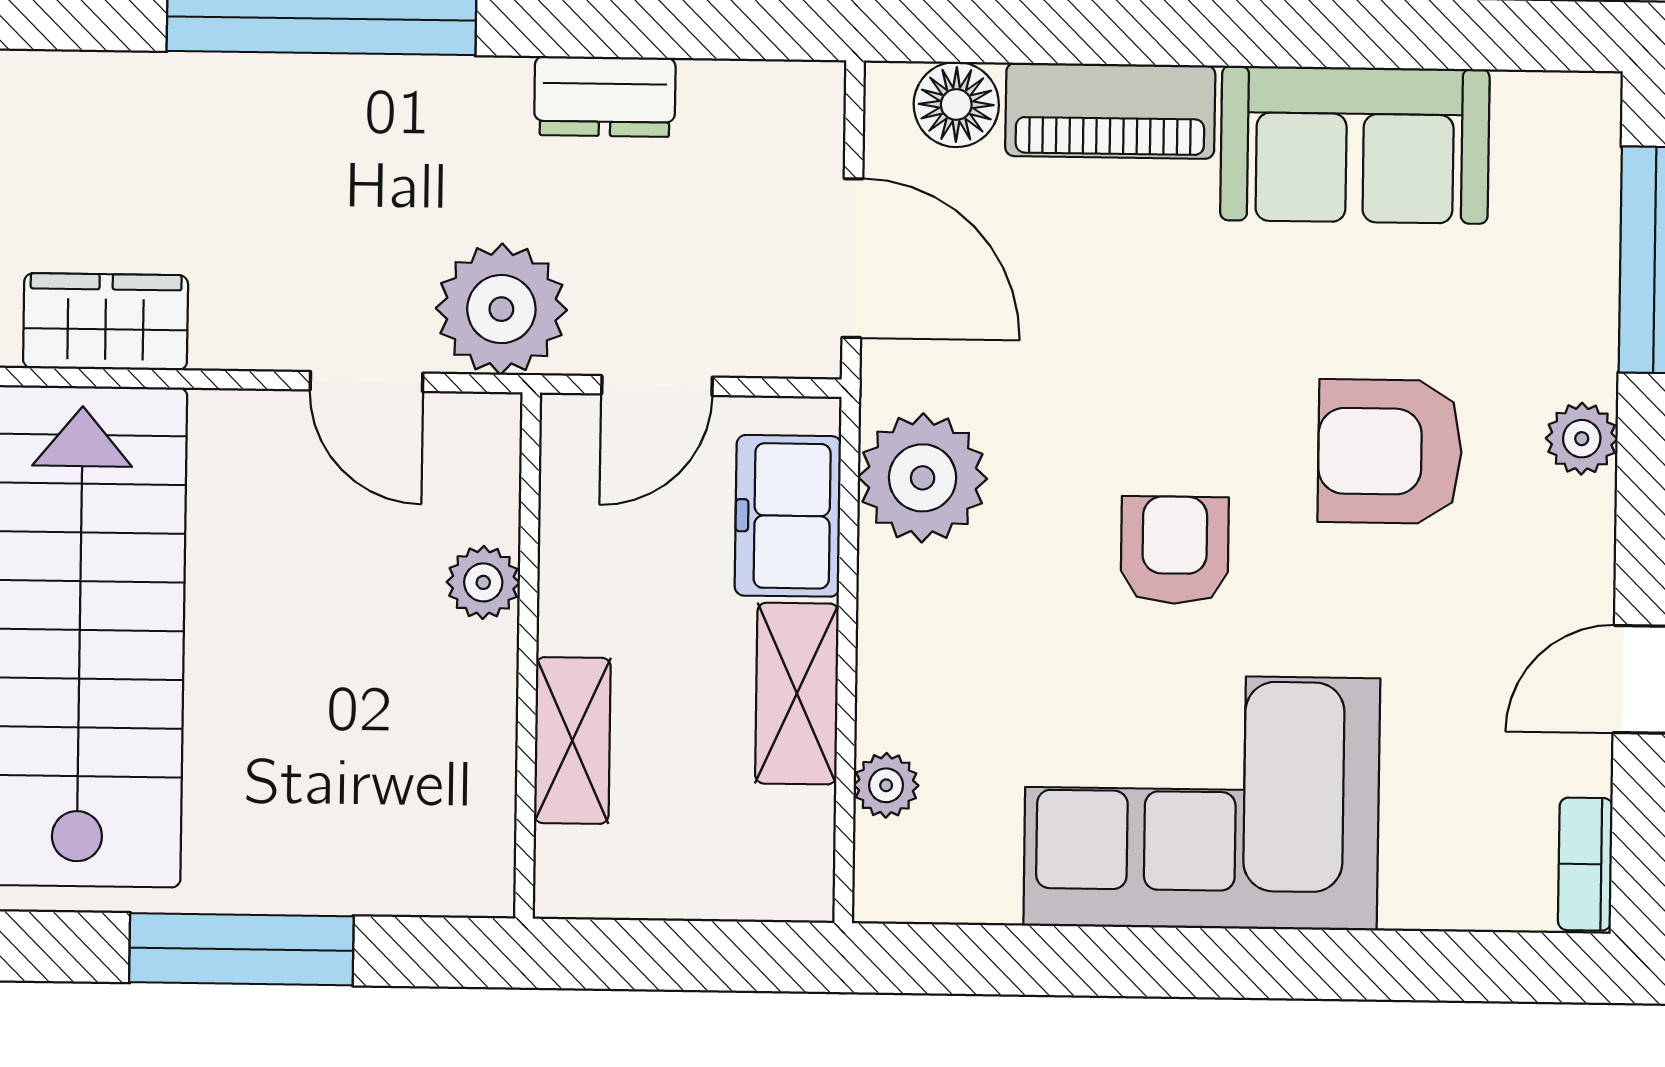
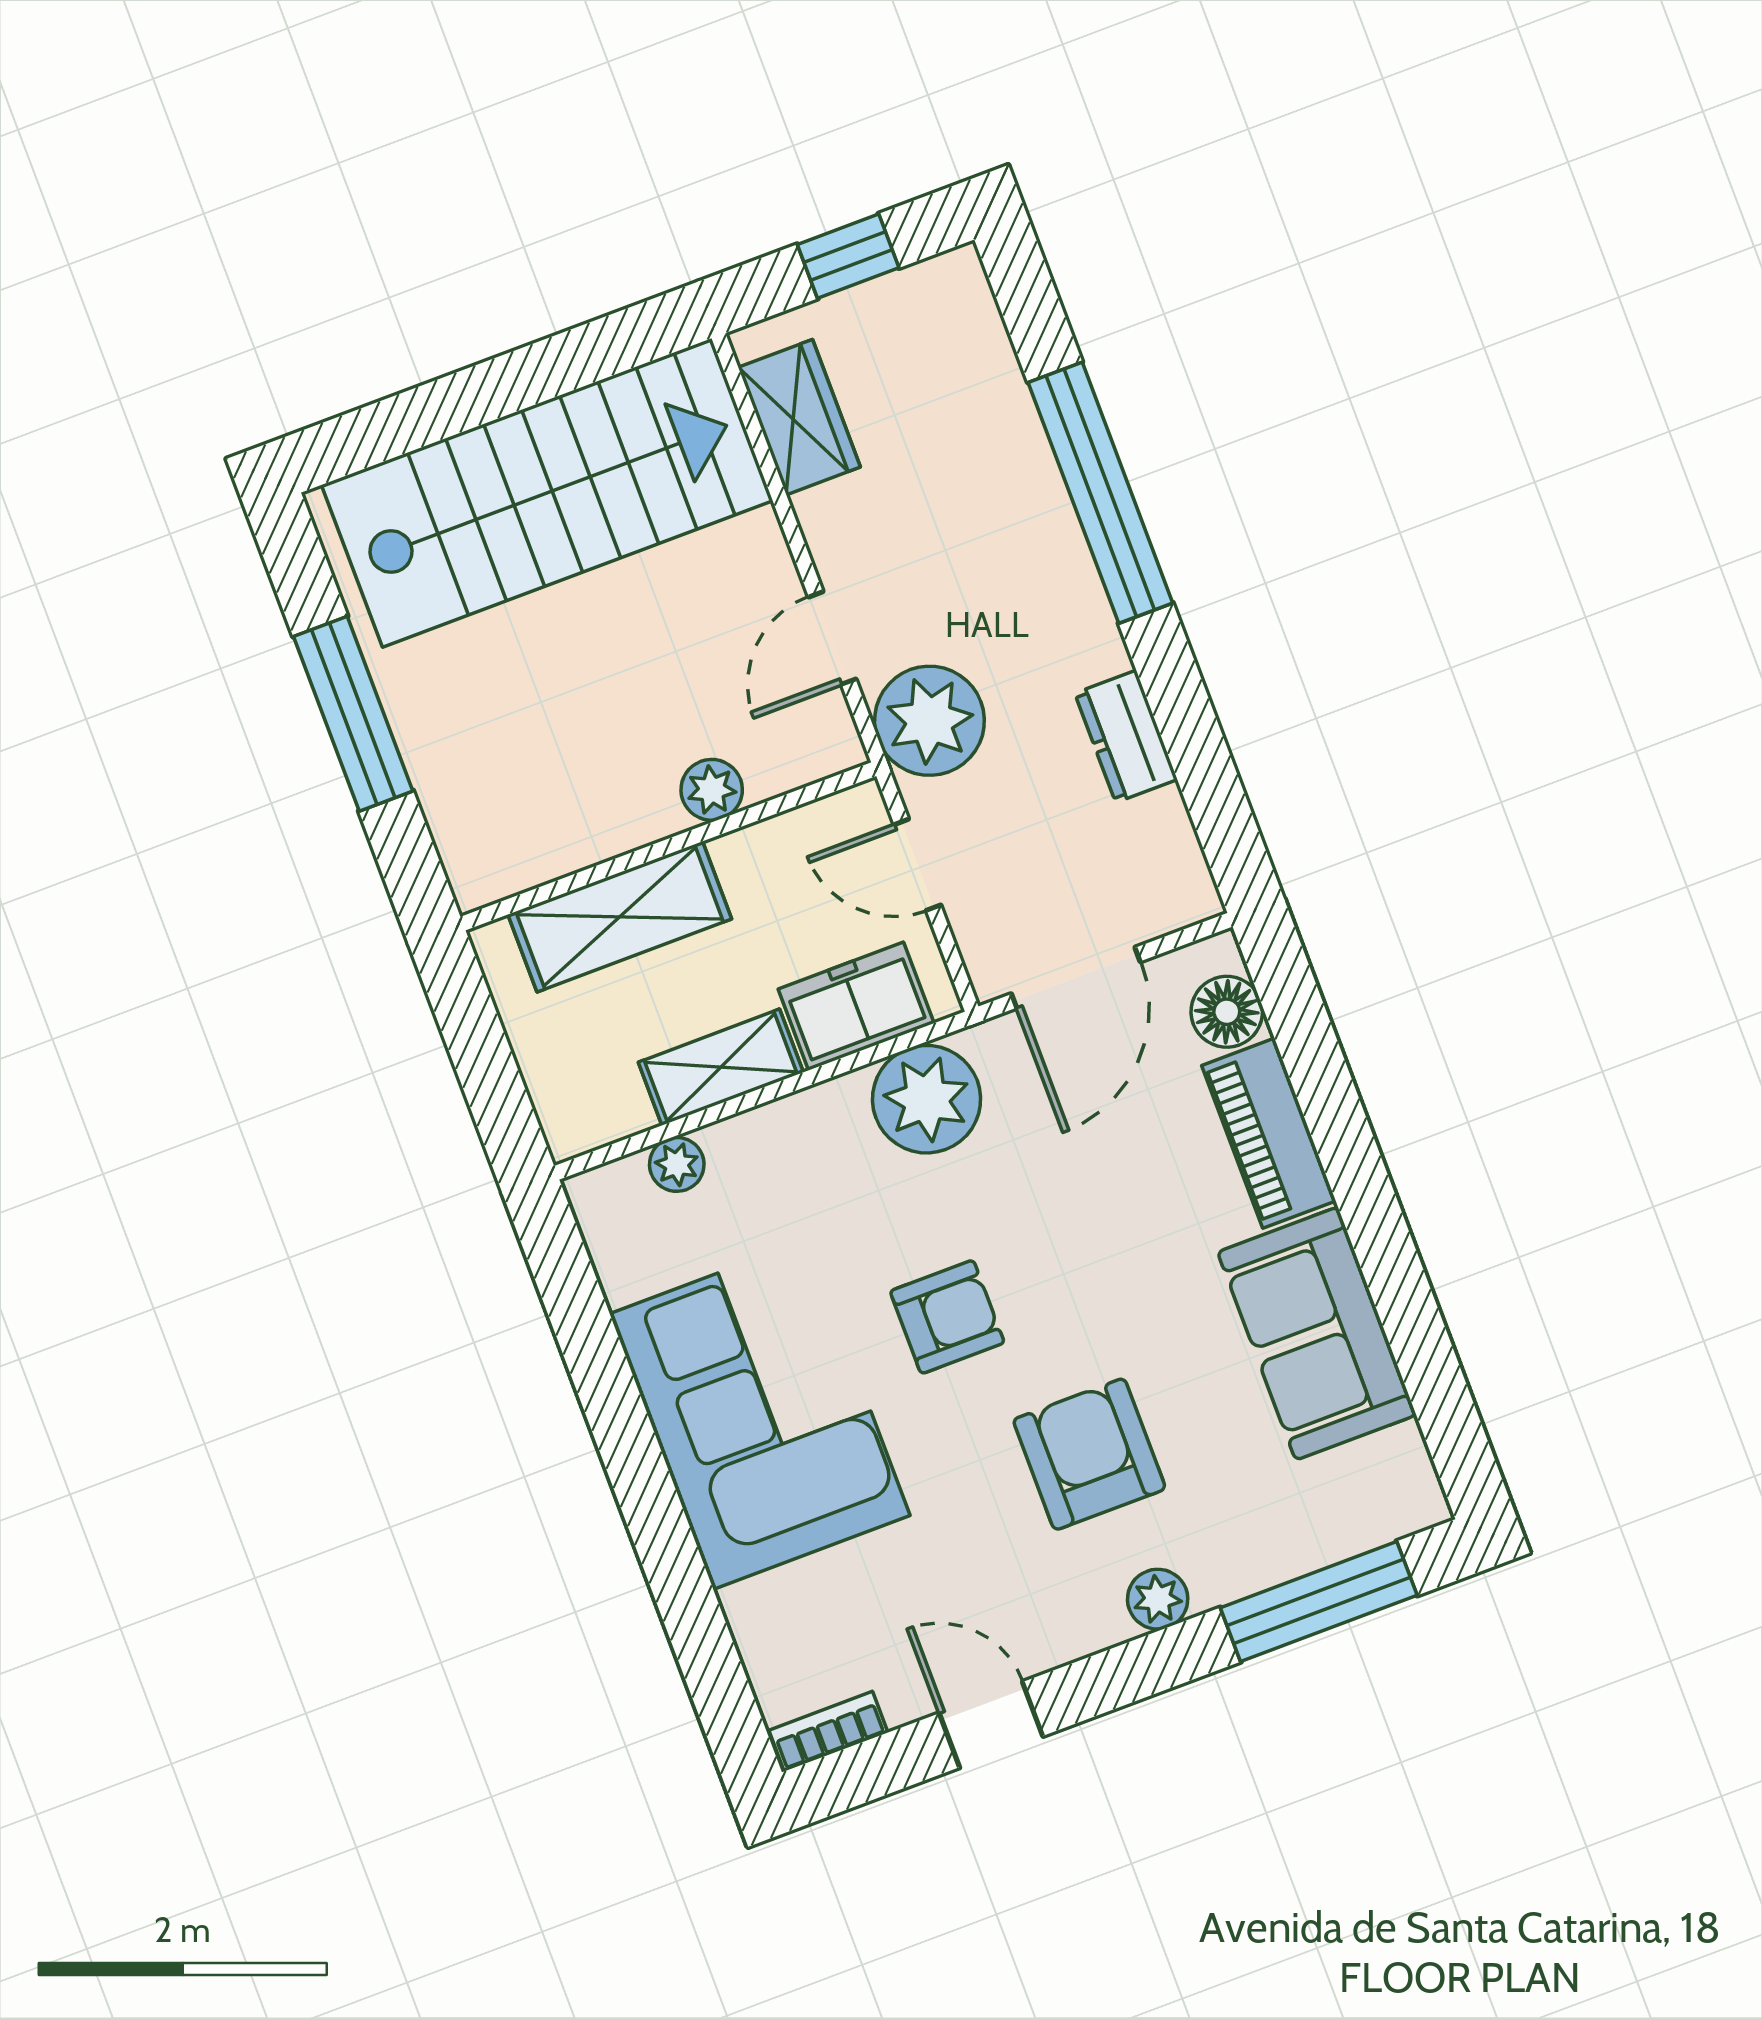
shelving: (572, 740) -> (620, 917), width x1.50, depth x1.33

